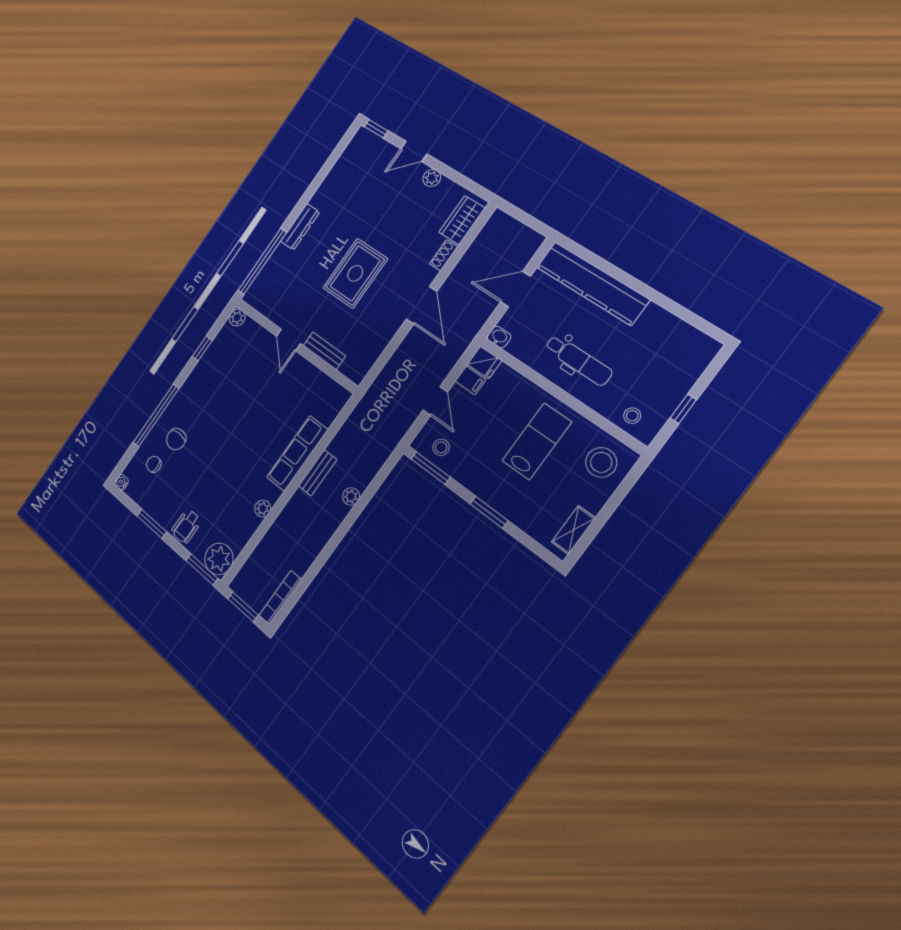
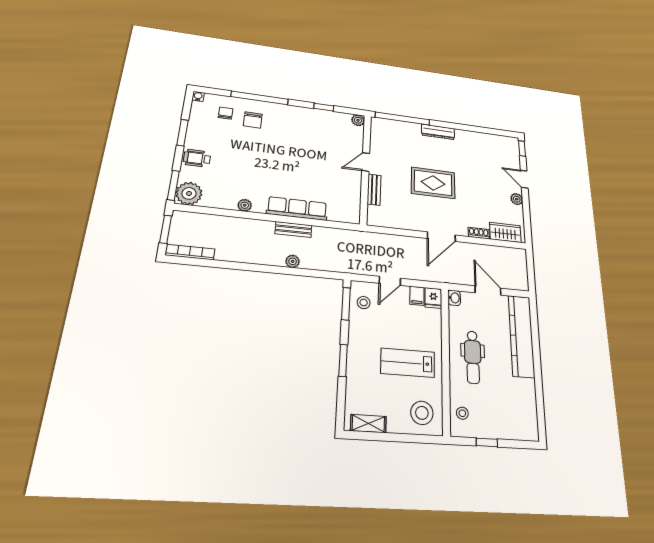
chair: (176, 439) -> (253, 120), turned -90
lab bench: (537, 441) -> (408, 363), turned 180

